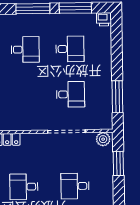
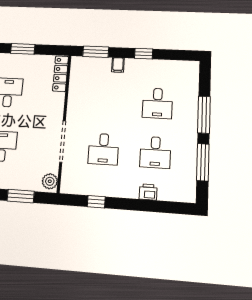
printer: (104, 19) -> (148, 192), moved, turned 90
window: (117, 97) -> (96, 202), width x0.46

